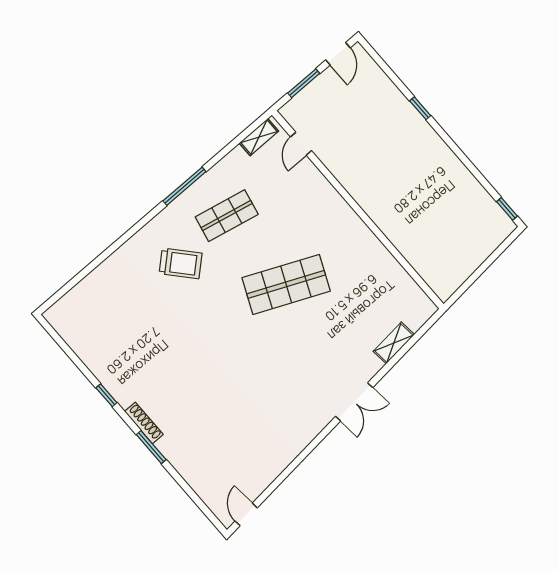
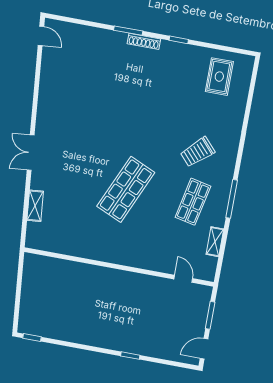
door: (338, 54) -> (204, 349), hinge flipped
shelving: (259, 137) -> (215, 242), moved
rug: (95, 323) -> (219, 77), added

